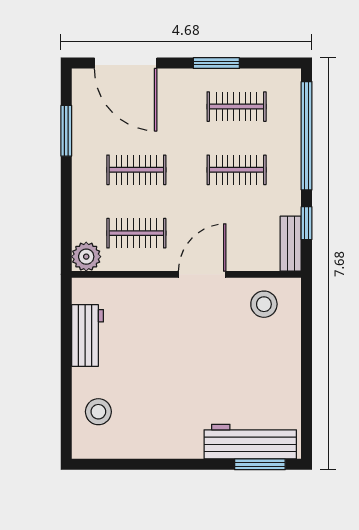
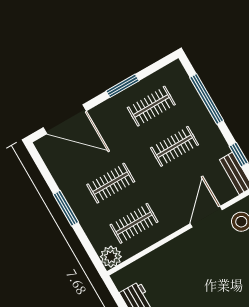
window: (66, 131) -> (66, 208), moved
window: (307, 136) -> (207, 99), width x0.68
door: (202, 274) -> (206, 217), moved

